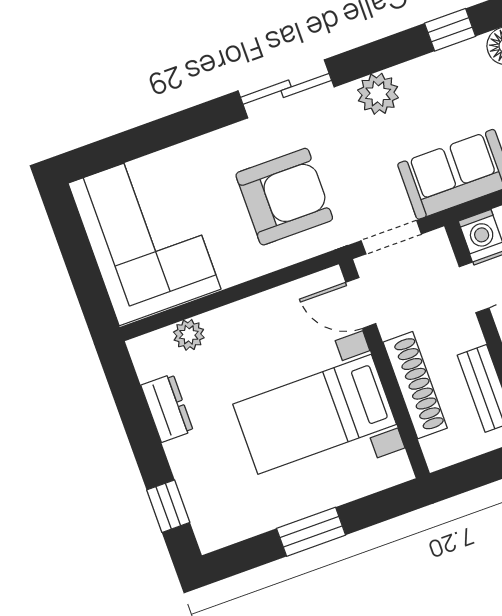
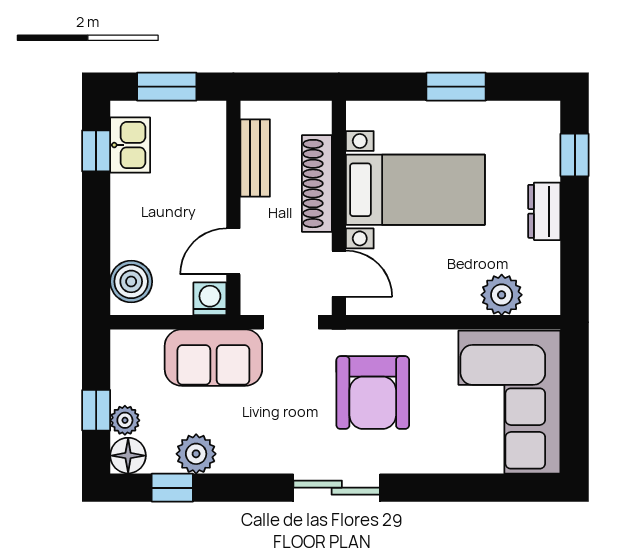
plant: (378, 94) -> (196, 454), moved
armchair: (284, 197) -> (373, 393), turned -90
plant: (189, 335) -> (502, 295), width x1.38, depth x1.38
dresser: (167, 408) -> (544, 211), moved

